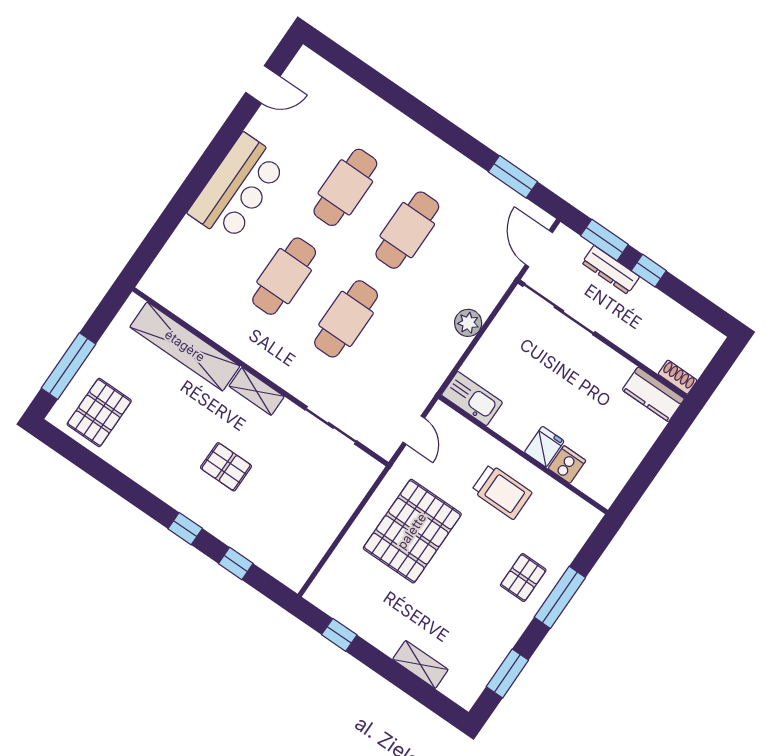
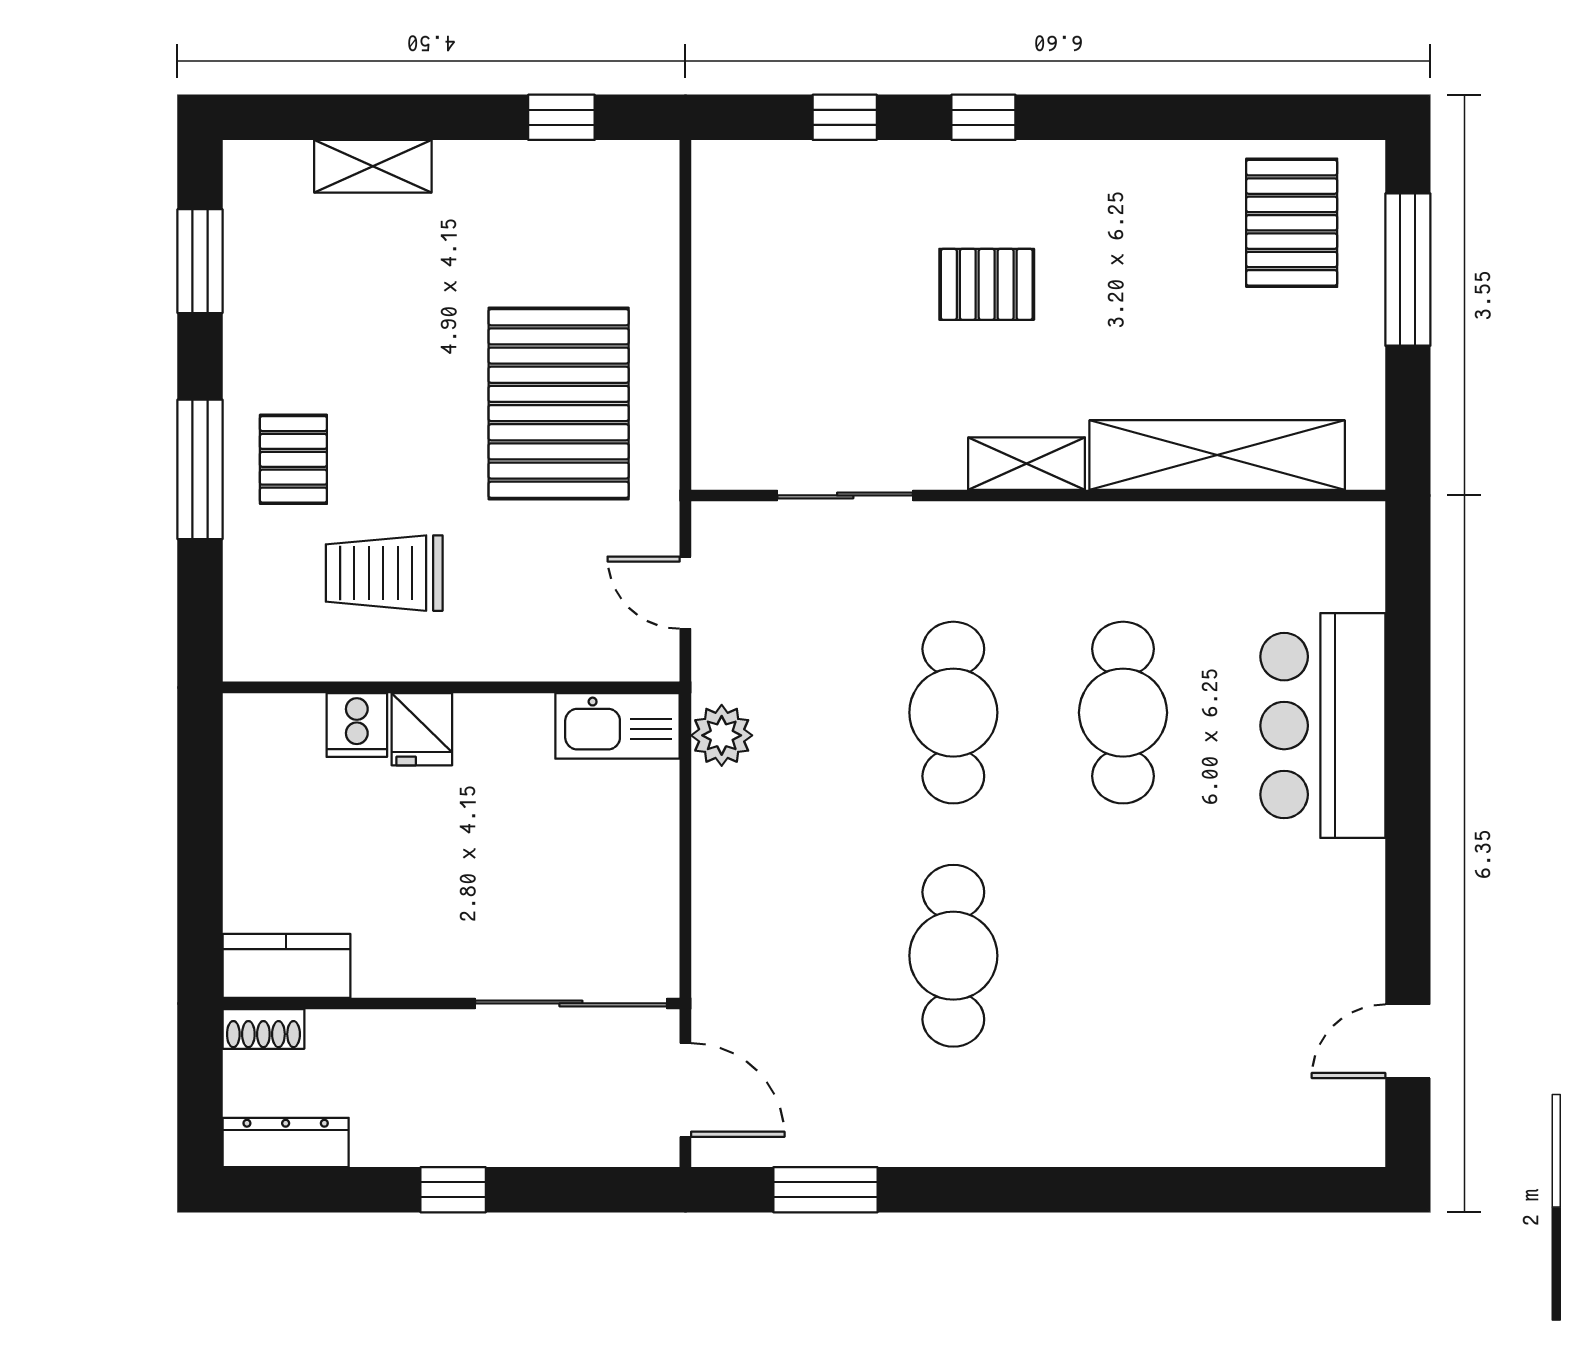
cafe table: (345, 187) -> (1123, 956), removed
bar counter: (237, 188) -> (1323, 726), moved
window: (604, 240) -> (575, 1190), removed
dresser: (611, 270) -> (286, 1142), moved
plant: (468, 323) -> (722, 735), moved
trolley: (502, 492) -> (384, 573), moved

